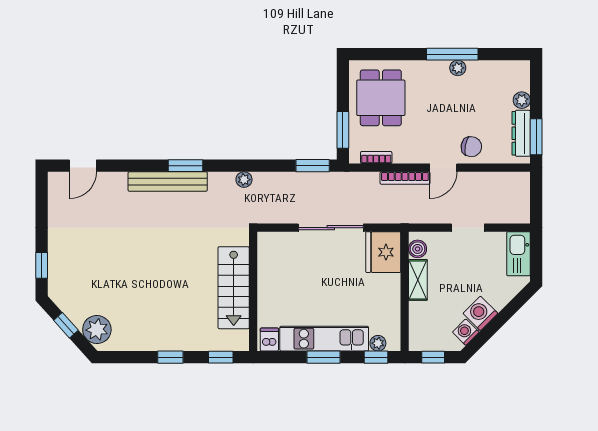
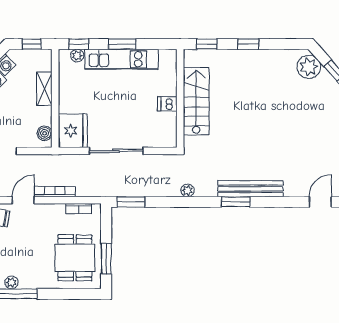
window: (343, 130) -> (106, 259), moved
shelving: (418, 280) -> (44, 89), moved
dishwasher: (269, 340) -> (167, 104), moved, turned 90

